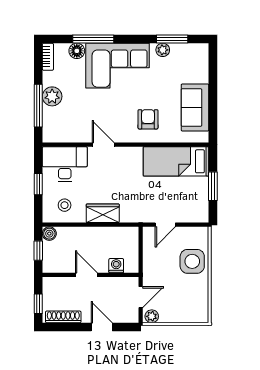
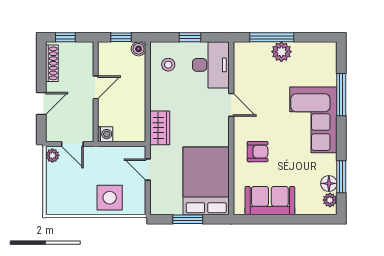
plant: (163, 50) -> (330, 200), moved
floor lamp: (77, 51) -> (329, 183), moved
bookcase: (48, 57) -> (323, 47), removed
door: (103, 145) -> (231, 105), hinge flipped
bed: (176, 161) -> (206, 181), width x1.50
wardrobe: (103, 213) -> (160, 128), moved
washing machine: (116, 266) -> (105, 134), moved

